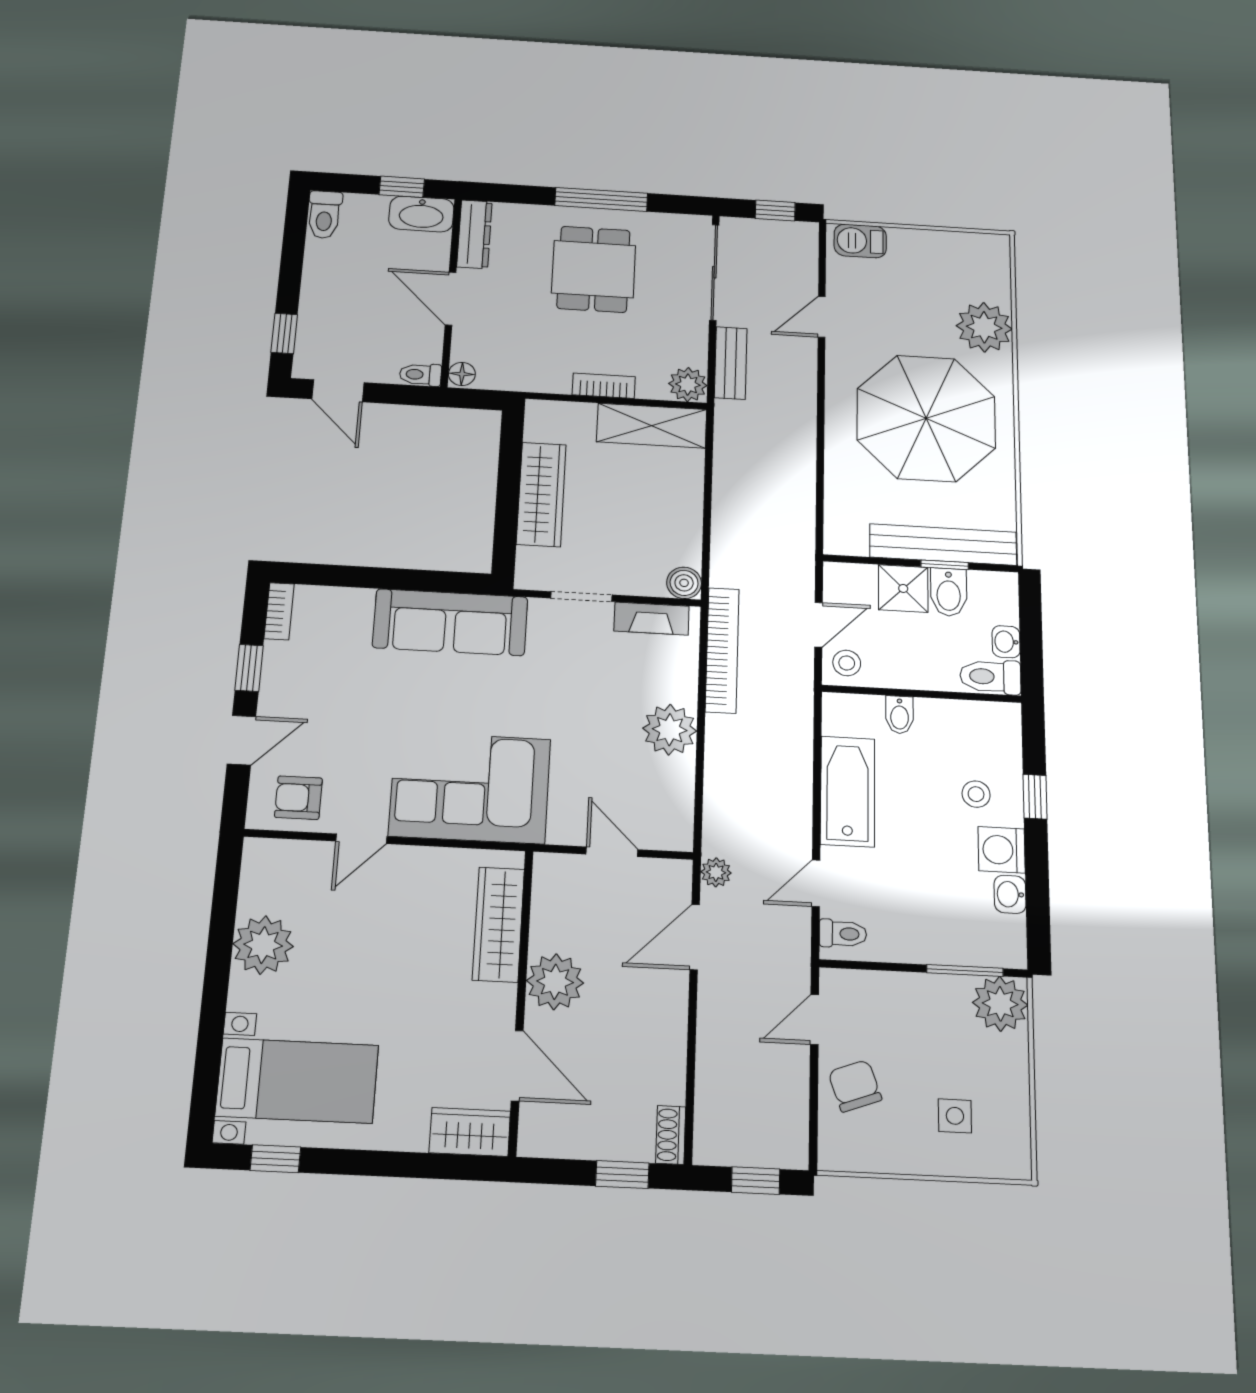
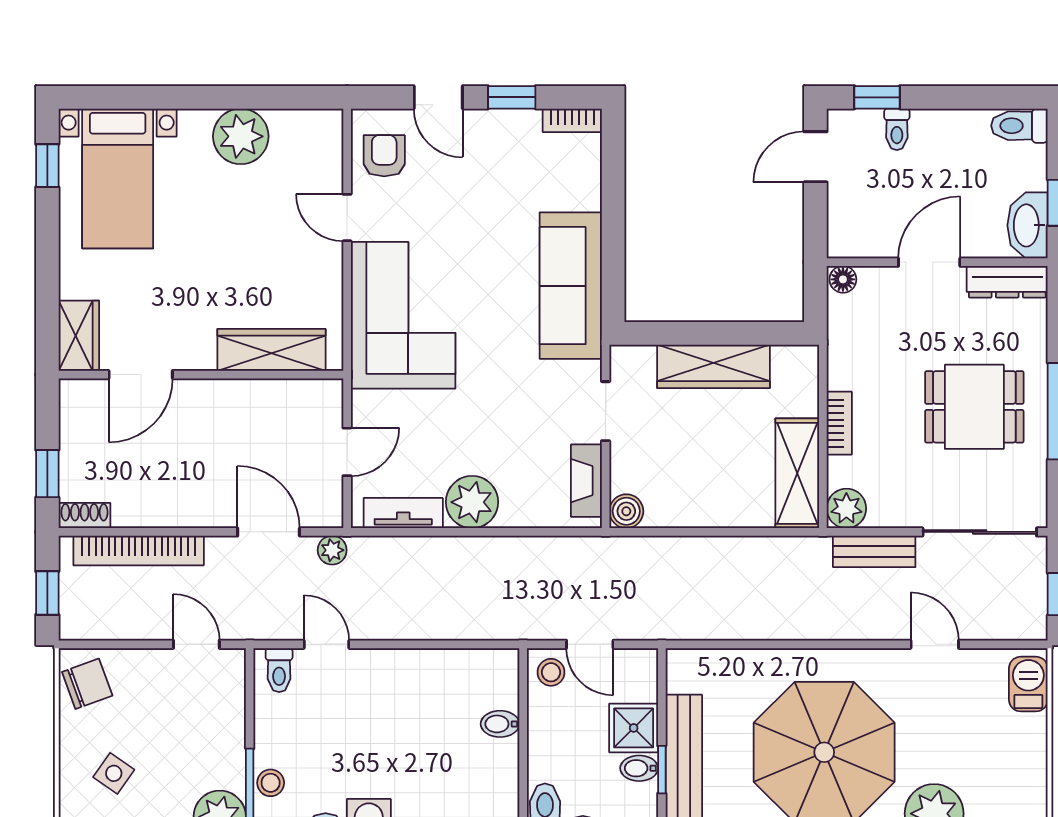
toilet: (420, 375) -> (897, 129), moved, turned 180
bidet: (949, 592) -> (639, 768), width x0.72, depth x0.74
bookcase: (722, 650) -> (139, 551), moved
bathtub: (848, 791) -> (419, 674), removed
stool: (976, 794) -> (271, 783), moved
tv unit: (679, 798) -> (403, 513), added
plant: (555, 982) -> (220, 405), removed
chair: (855, 1086) -> (87, 684), moved
side table: (955, 1116) -> (114, 773), turned 35

